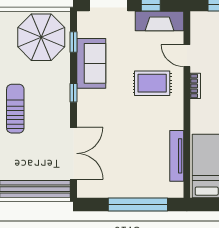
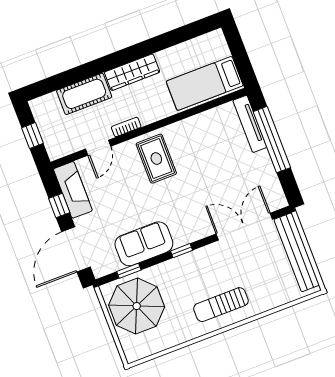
rug: (152, 83) -> (156, 159), moved
tv unit: (177, 156) -> (250, 124), moved, turned 90

